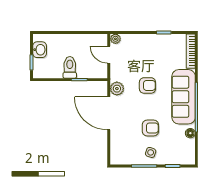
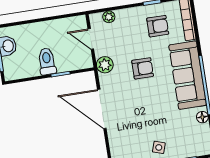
plant: (115, 39) -> (109, 17), moved
plant: (117, 89) -> (105, 65), moved
armchair: (150, 128) -> (158, 26), moved

